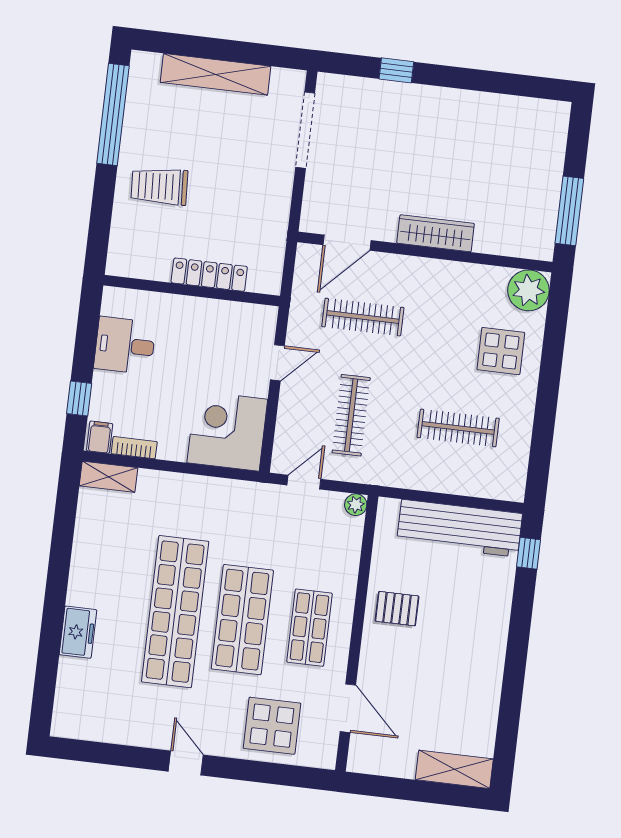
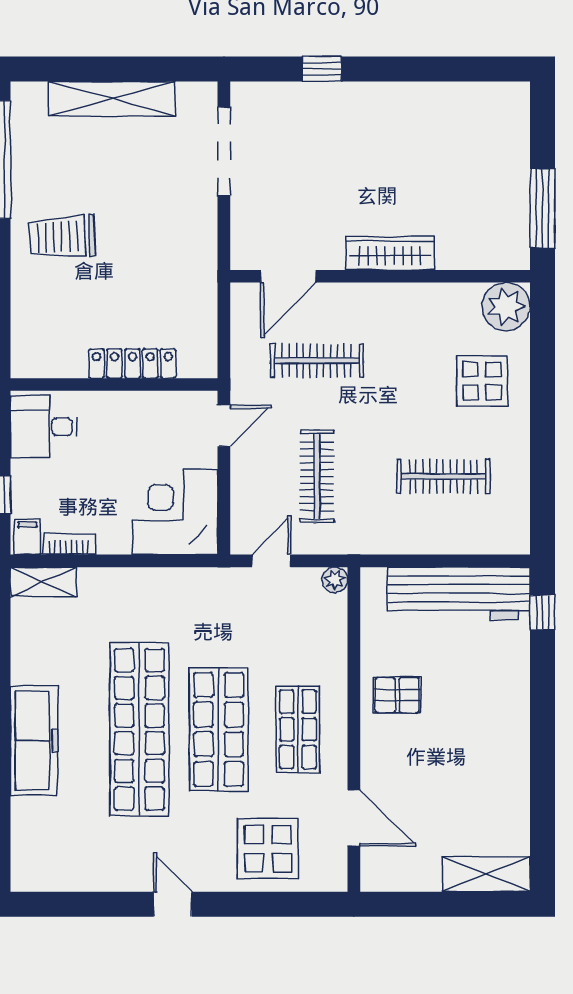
locker: (209, 275) -> (132, 364), moved
wall: (192, 291) -> (114, 385), moved
freezer: (78, 632) -> (34, 741), width x1.91, depth x1.26

